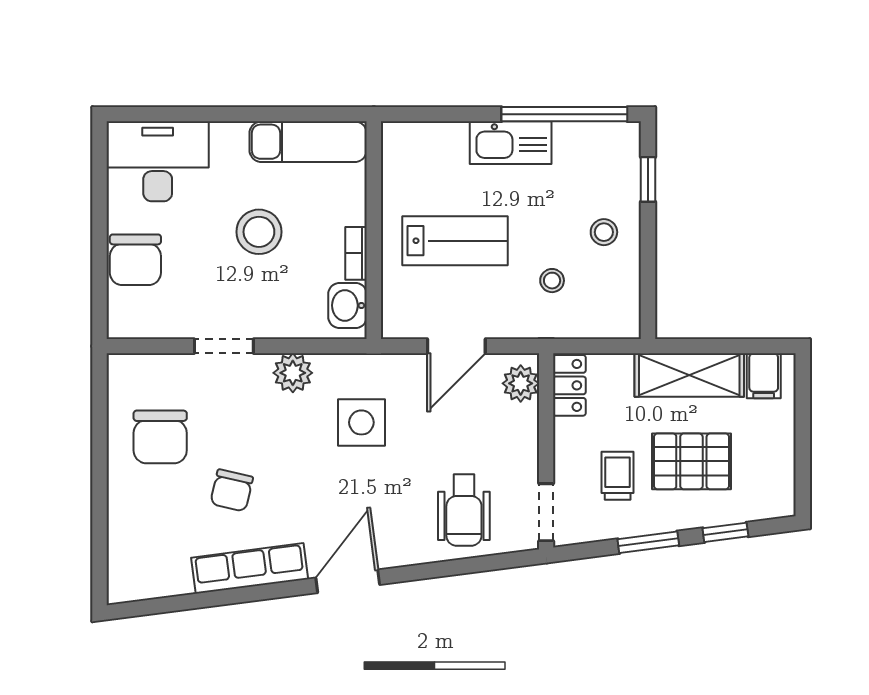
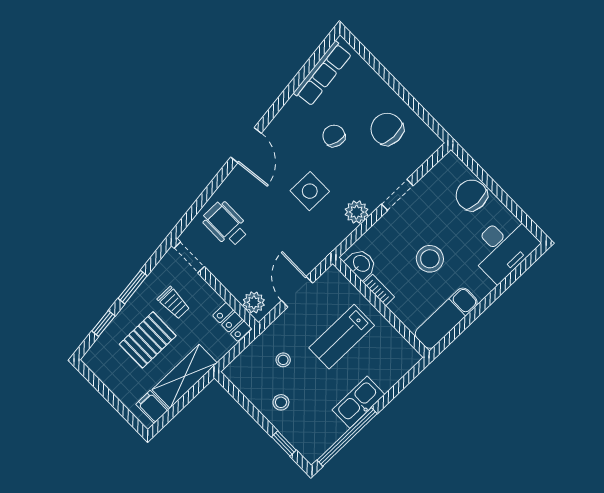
side table: (361, 422) -> (310, 191), moved
row of seats: (250, 568) -> (323, 74), moved

